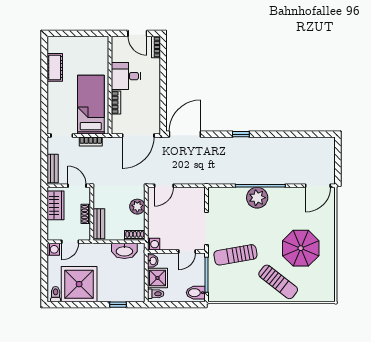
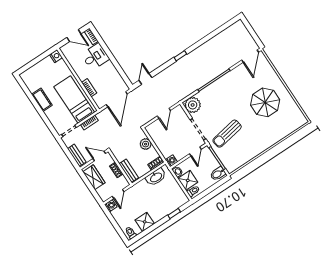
nightstand: (102, 43) -> (56, 56), added
cot: (55, 67) -> (42, 100), moved
desk: (126, 76) -> (95, 57), moved, turned 180
door: (185, 134) -> (145, 79), width x0.53
door: (164, 186) -> (164, 113), moved
plant: (257, 198) -> (193, 105), moved
sun lounger: (278, 282) -> (265, 133), removed
shower: (79, 284) -> (145, 222), width x0.54, depth x0.54

